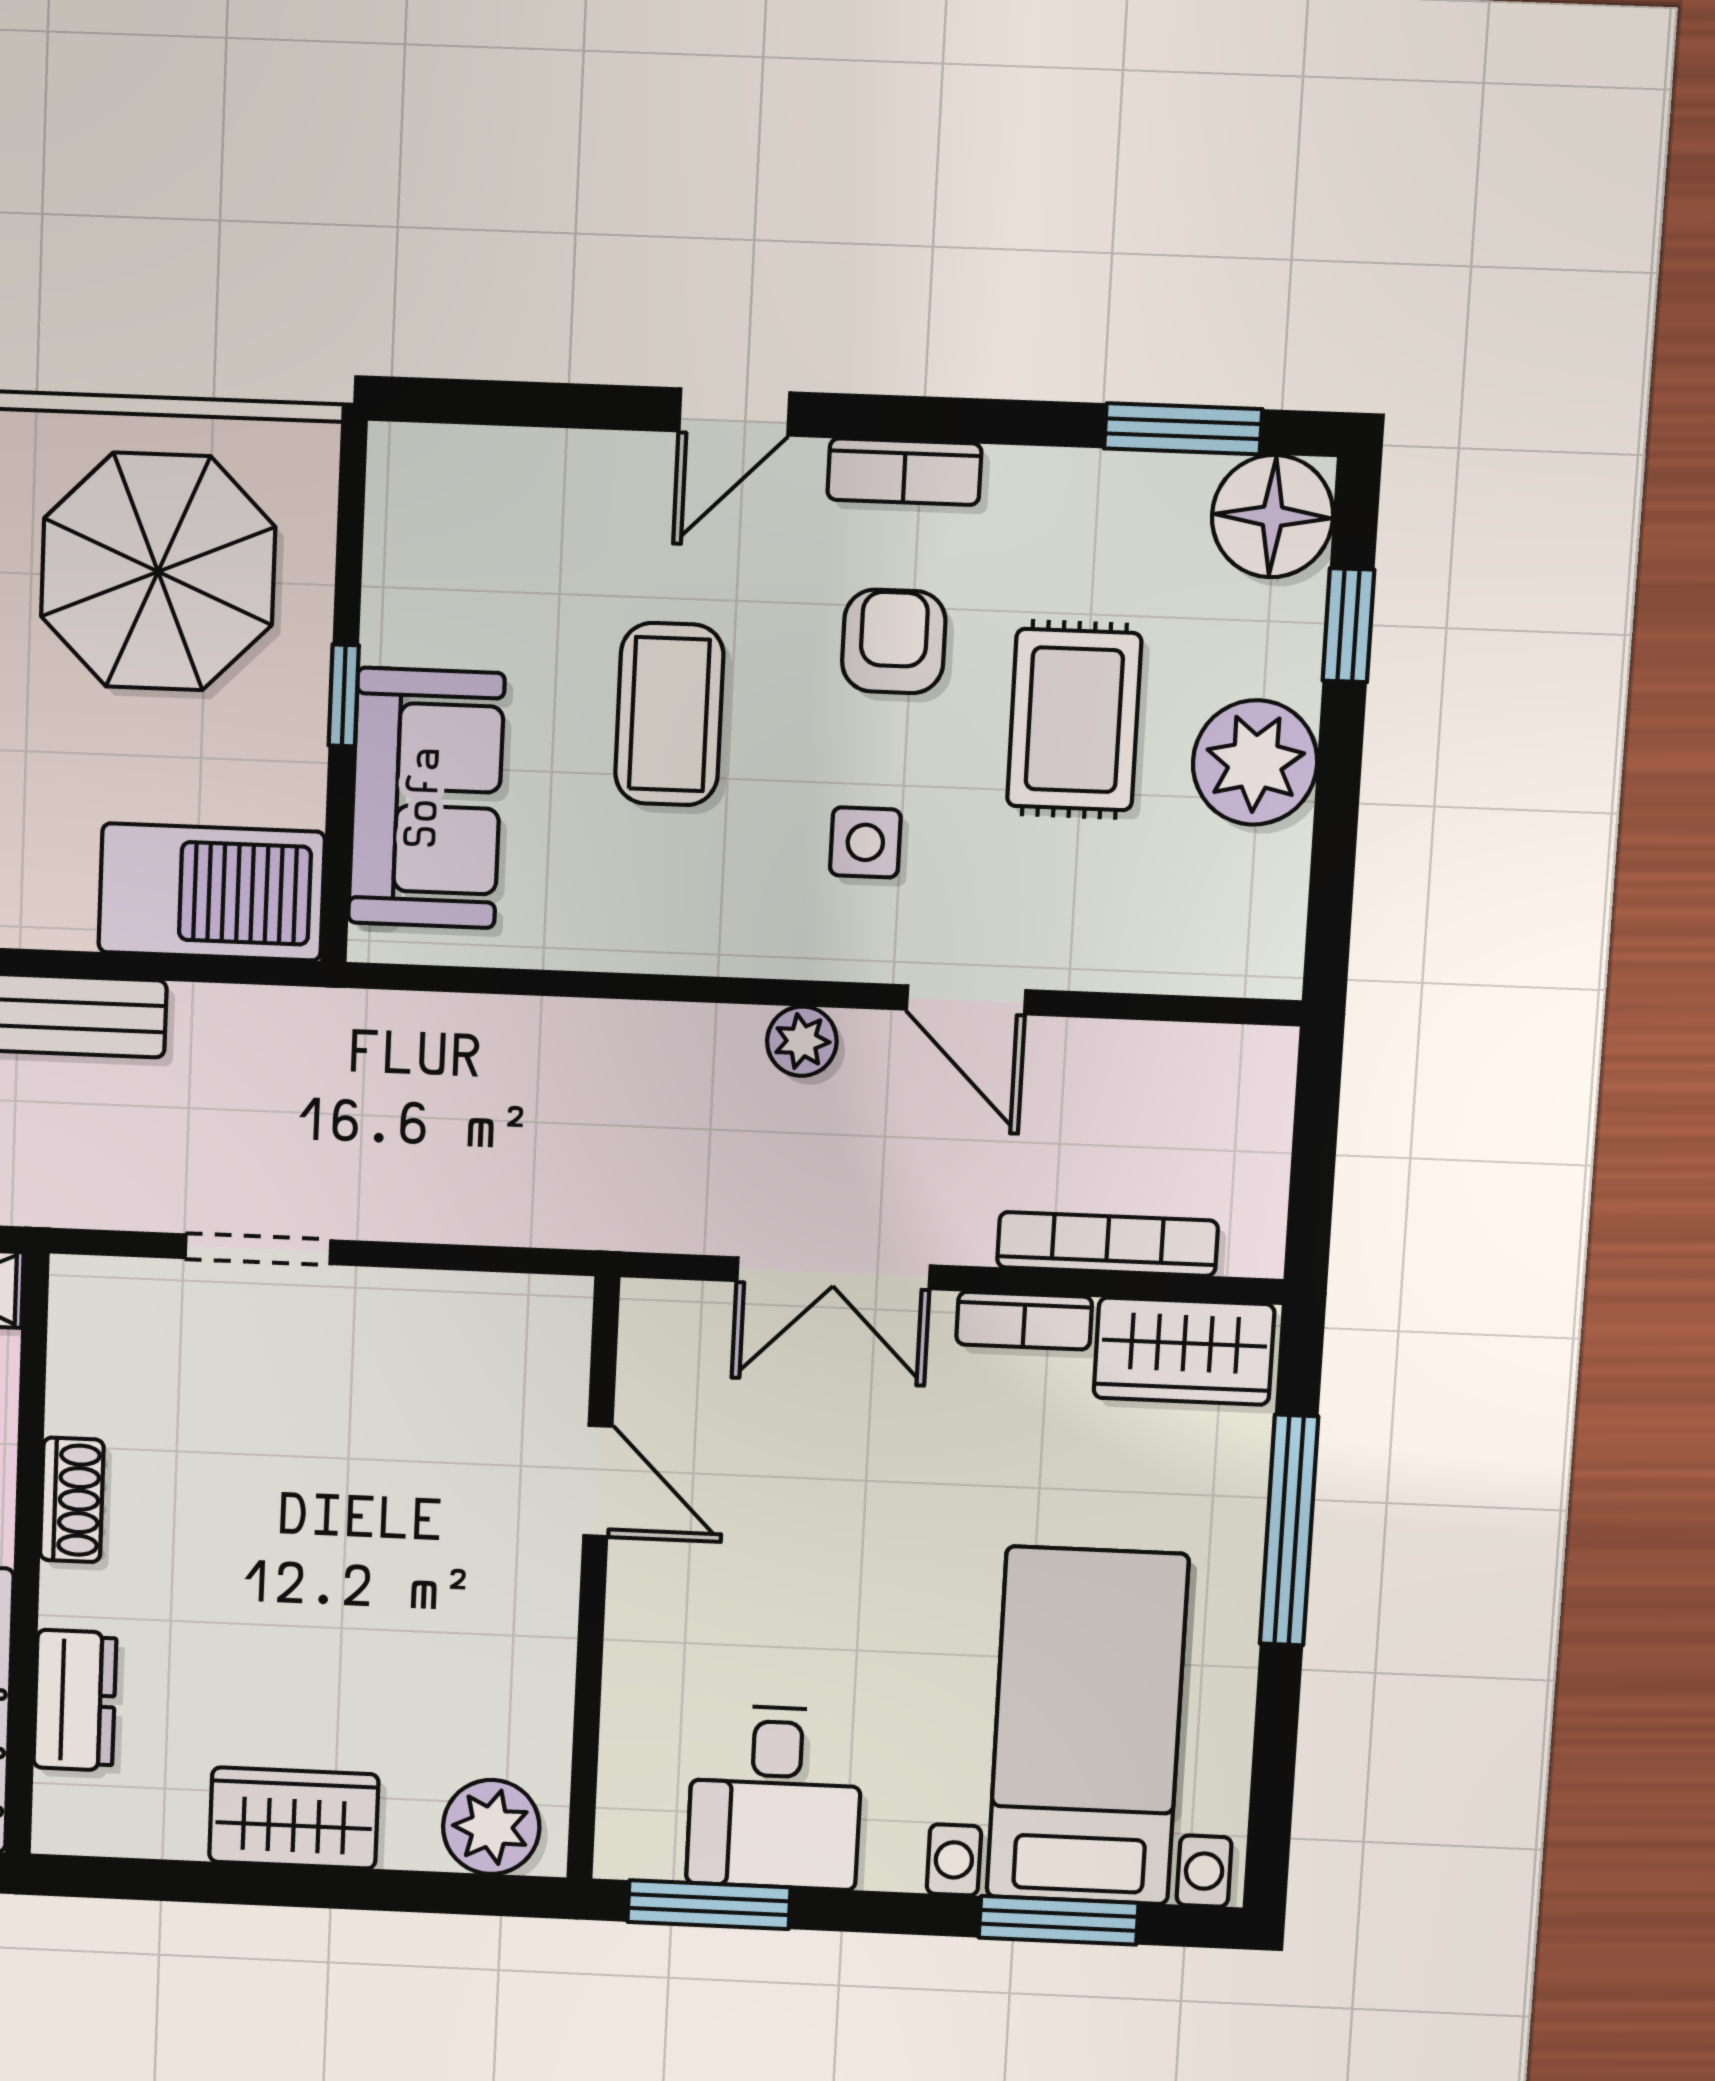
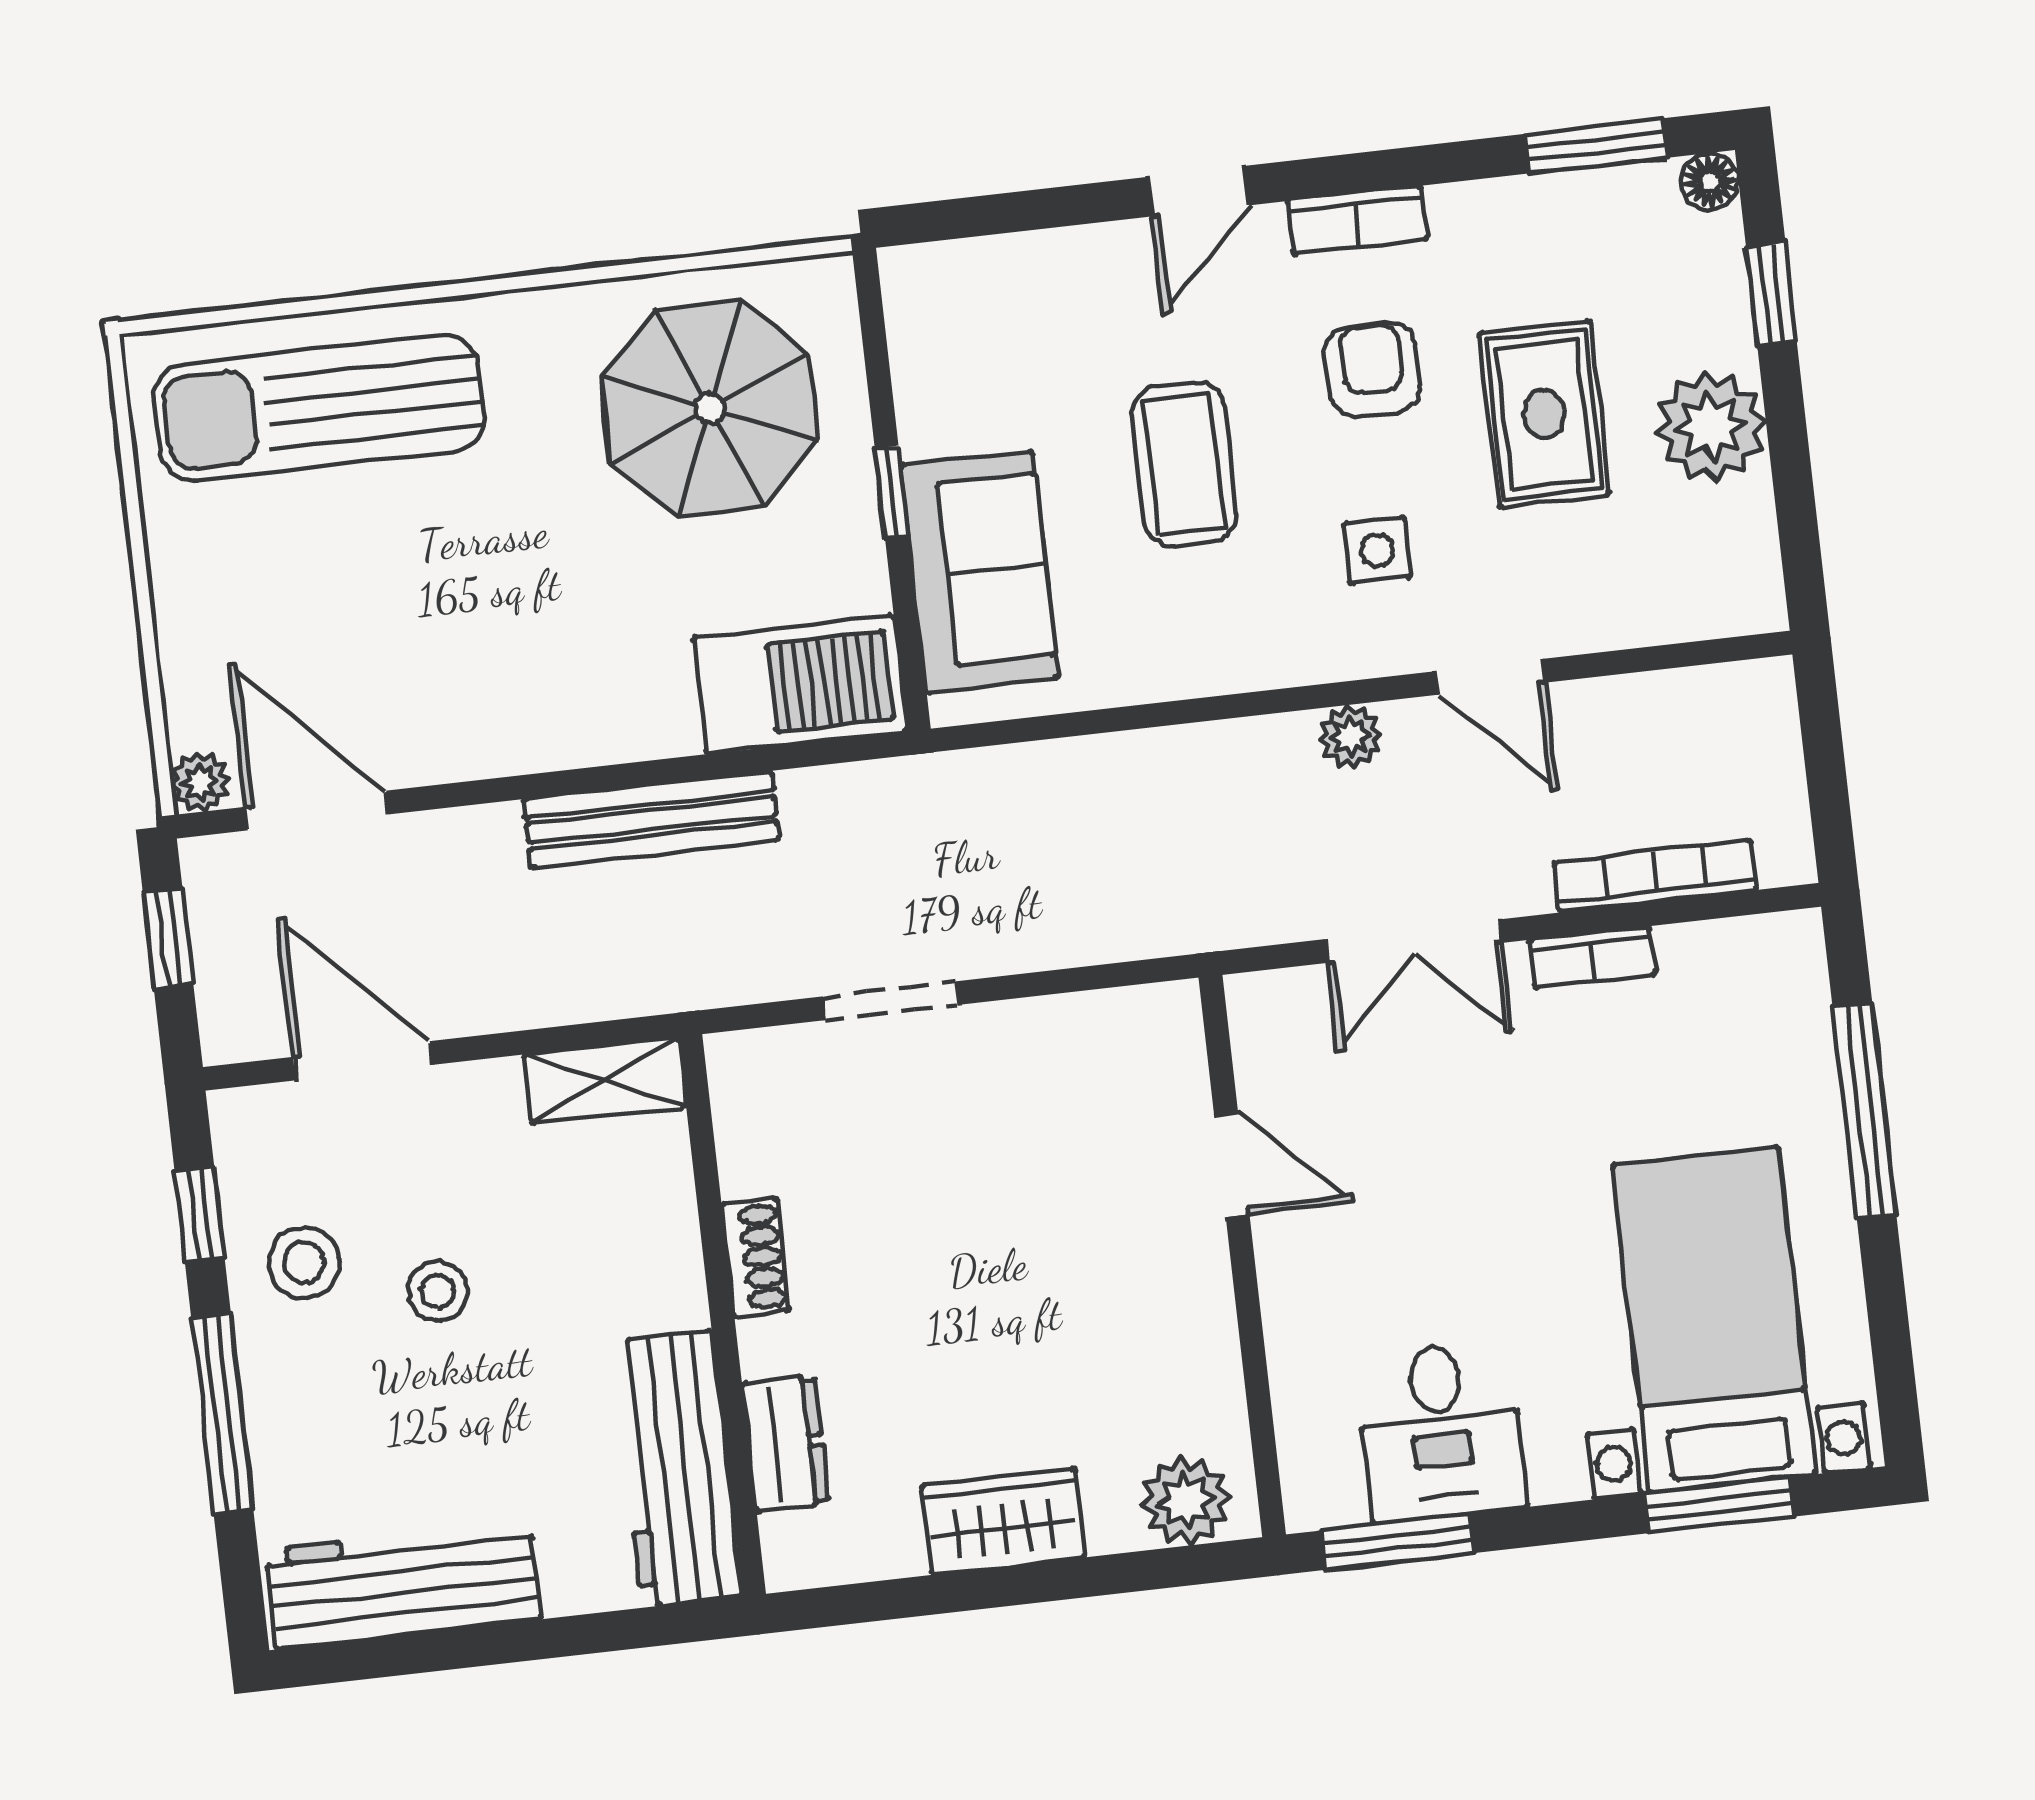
floor lamp: (1273, 516) -> (1710, 182), width x0.53, depth x0.53
wardrobe: (1184, 1351) -> (1741, 962), removed

